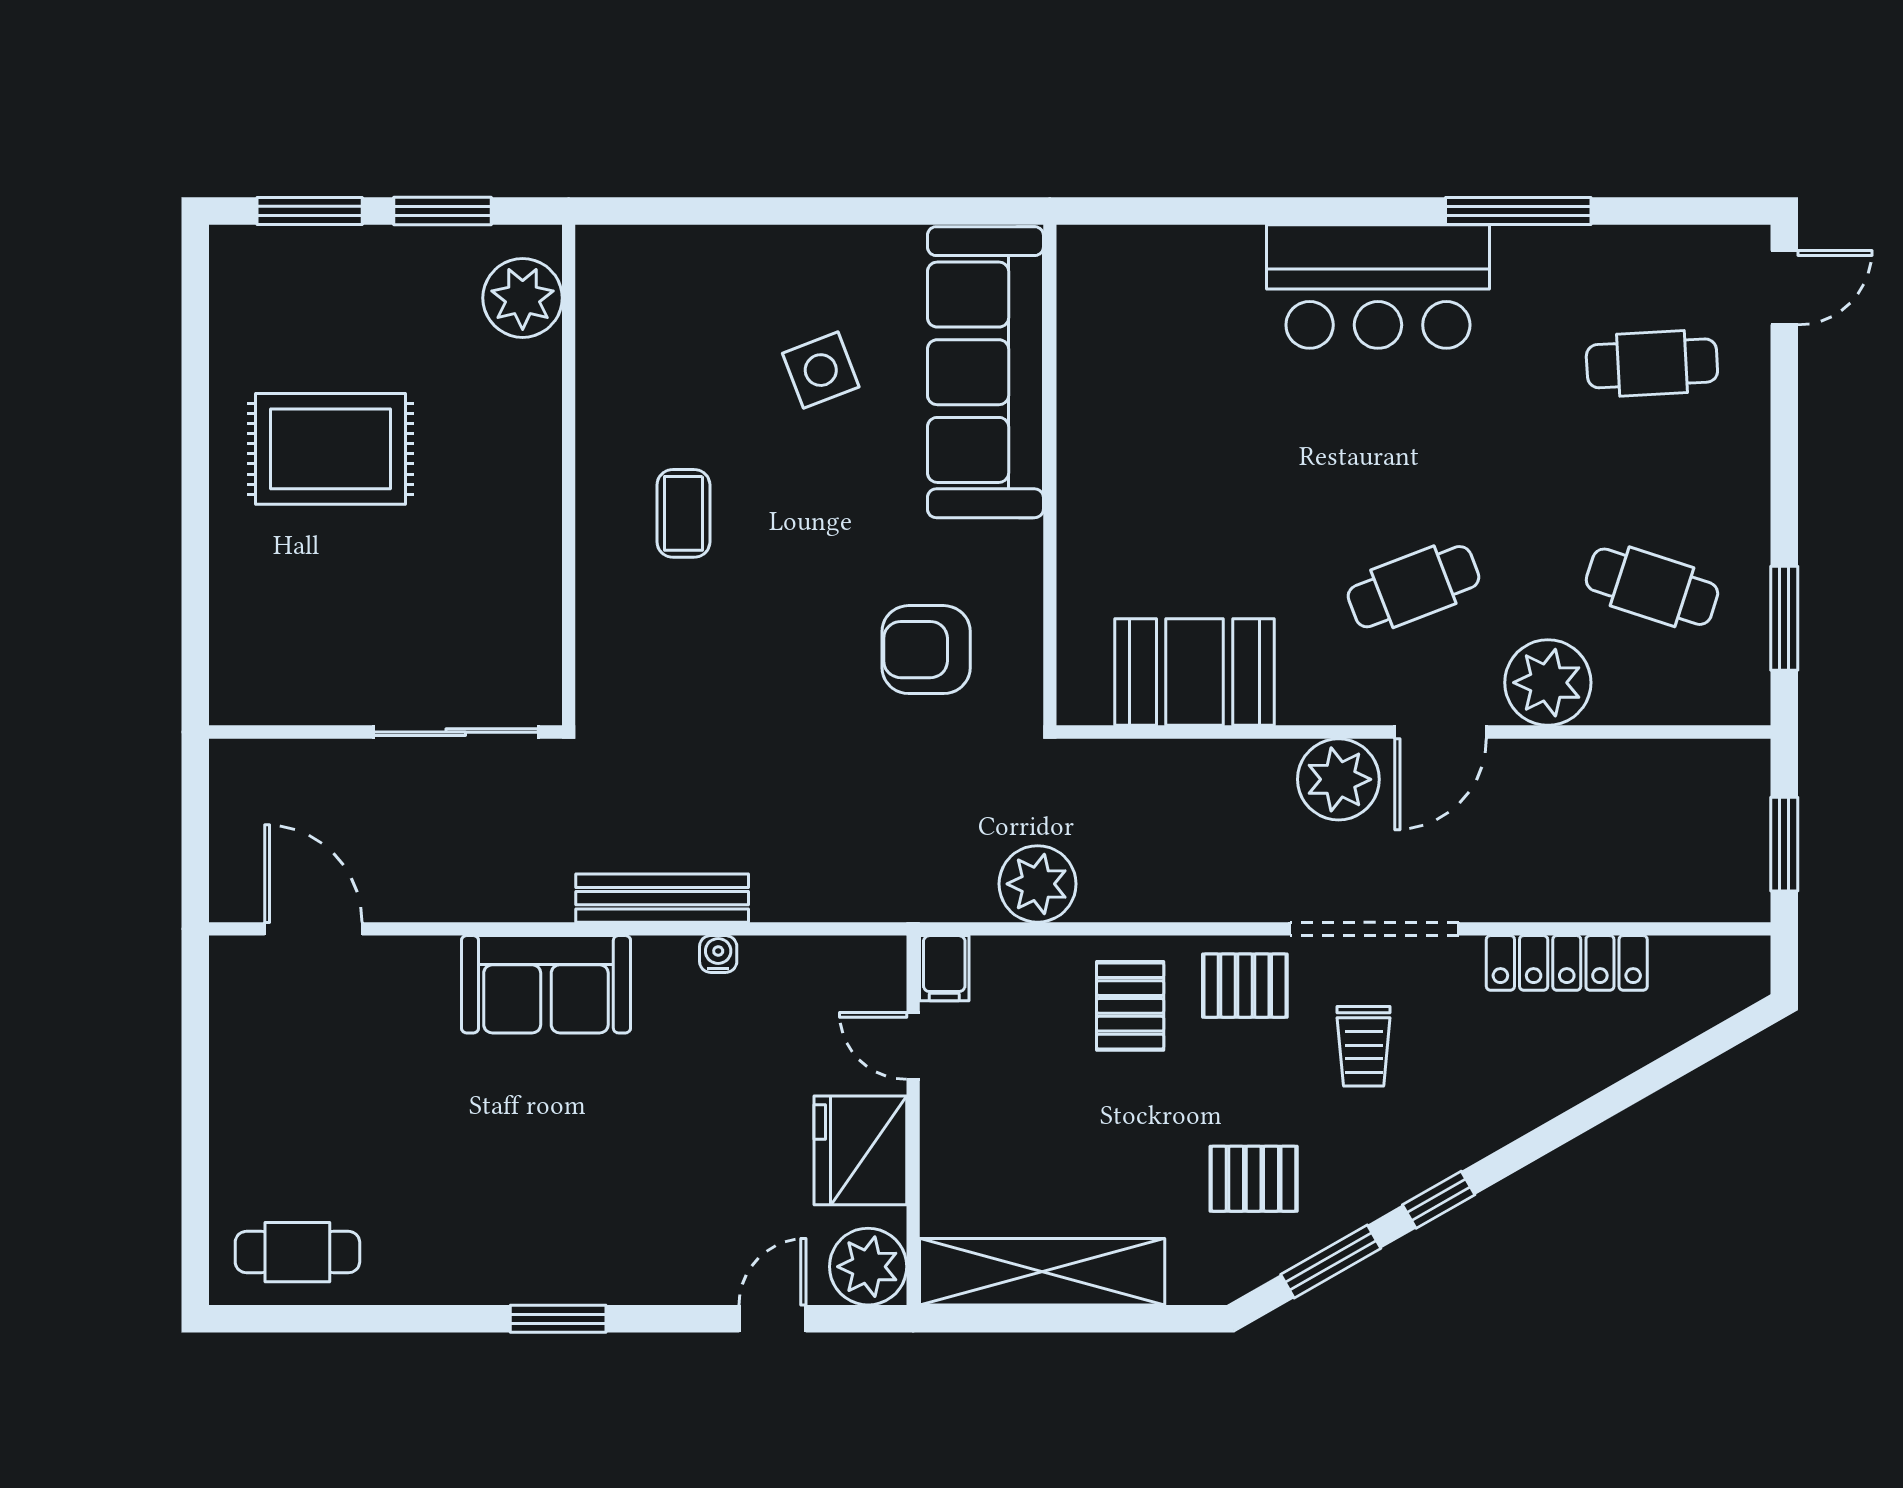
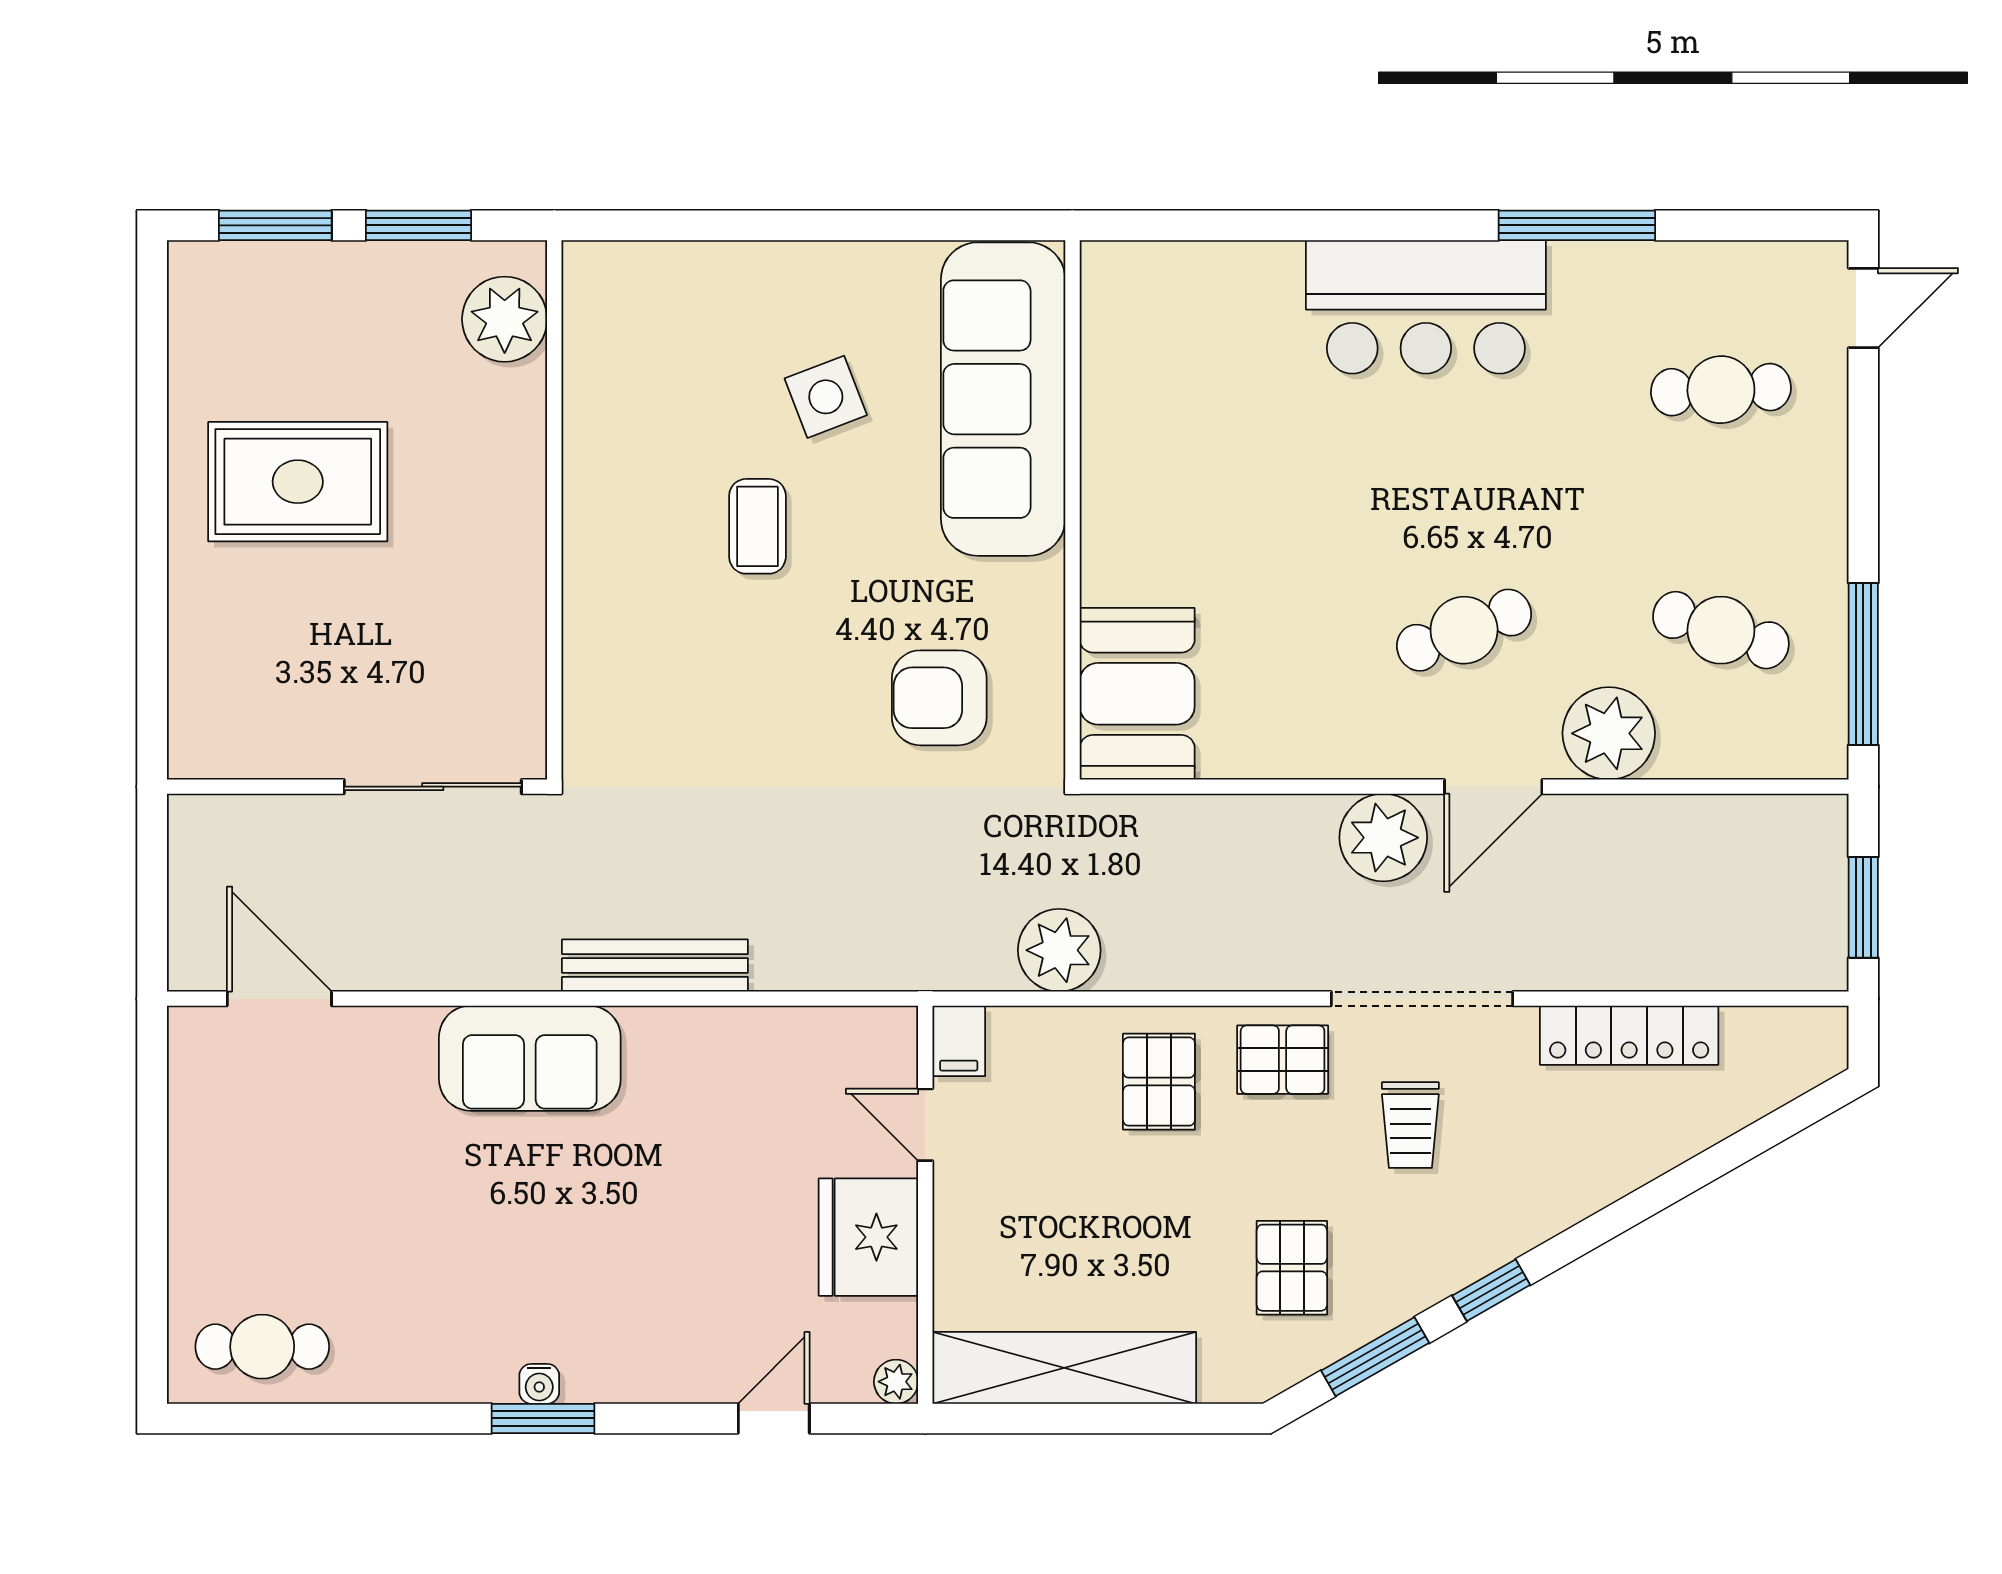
coffee table: (683, 513) -> (757, 526), moved
window: (1784, 618) -> (1863, 664), width x1.44
booth: (1195, 672) -> (1137, 694), moved, turned 90
water cooler: (718, 954) -> (539, 1384), moved, turned 180
pallet: (1254, 1179) -> (1292, 1268), turned 90
plant: (868, 1267) -> (896, 1382), width x0.53, depth x0.53

